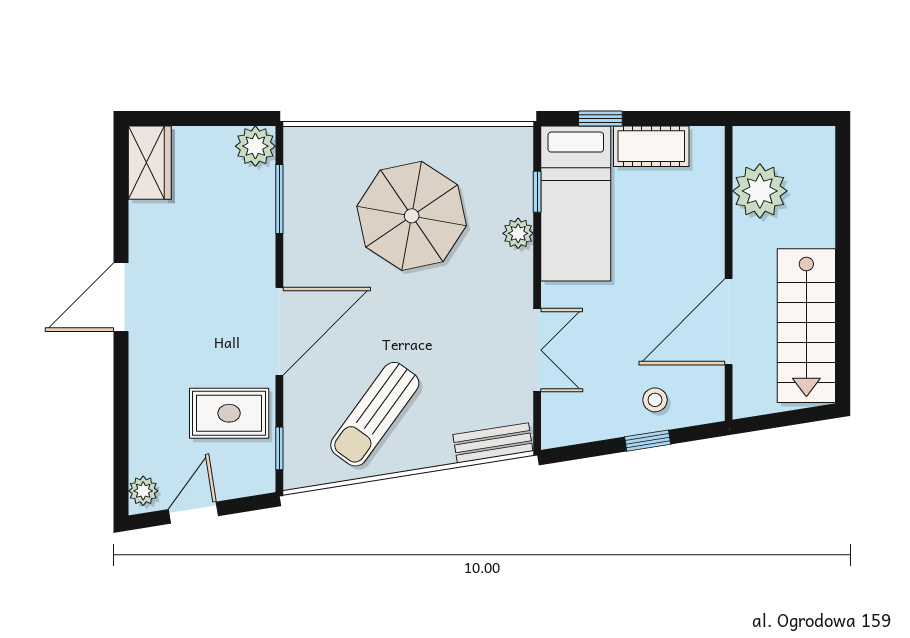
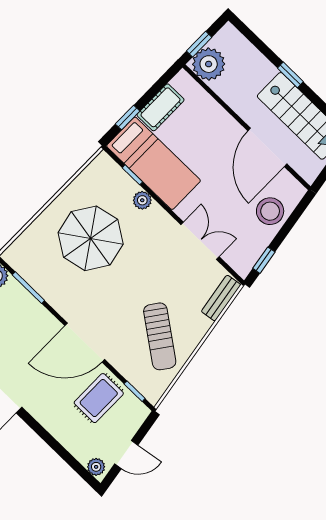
window: (773, 118) -> (199, 44), added
plant: (760, 191) -> (209, 64), moved
window: (843, 264) -> (290, 75), added
door: (279, 331) -> (85, 343), swing flipped
stool: (655, 400) -> (270, 211), width x1.89, depth x1.89
window: (648, 441) -> (264, 260), moved
door: (193, 513) -> (126, 455), swing flipped

